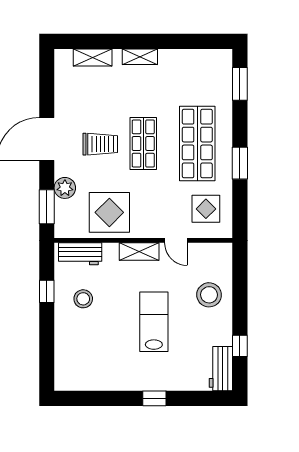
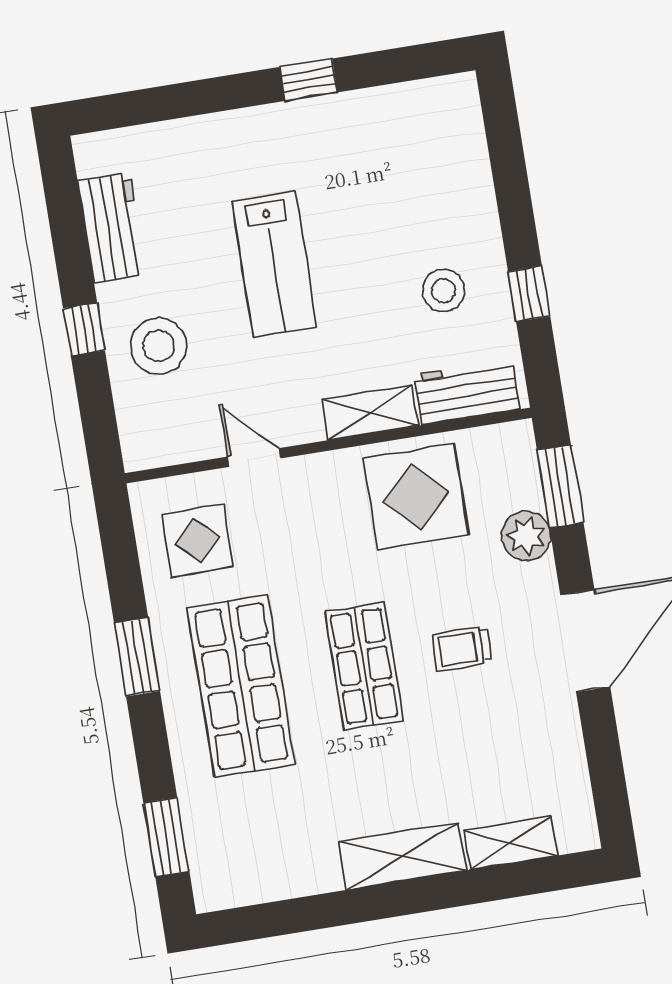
shelving: (140, 57) -> (403, 856), width x1.50, depth x1.33
trolley: (100, 144) -> (462, 649), width x0.73, depth x0.72
shelving: (139, 252) -> (370, 413), moved
window: (240, 346) -> (84, 329), moved
workbench: (221, 369) -> (112, 227), moved
window: (154, 398) -> (308, 80), moved

